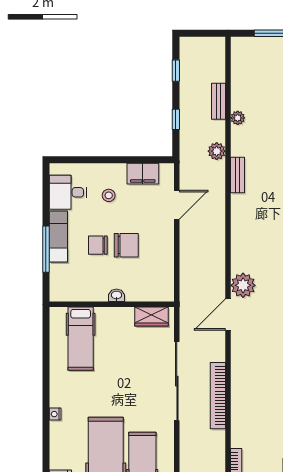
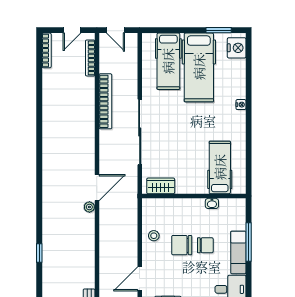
stool: (109, 195) -> (154, 236), moved
plant: (243, 285) -> (89, 207), width x0.53, depth x0.53
washbasin: (116, 295) -> (212, 203), moved
bookcase: (218, 396) -> (105, 101), moved

